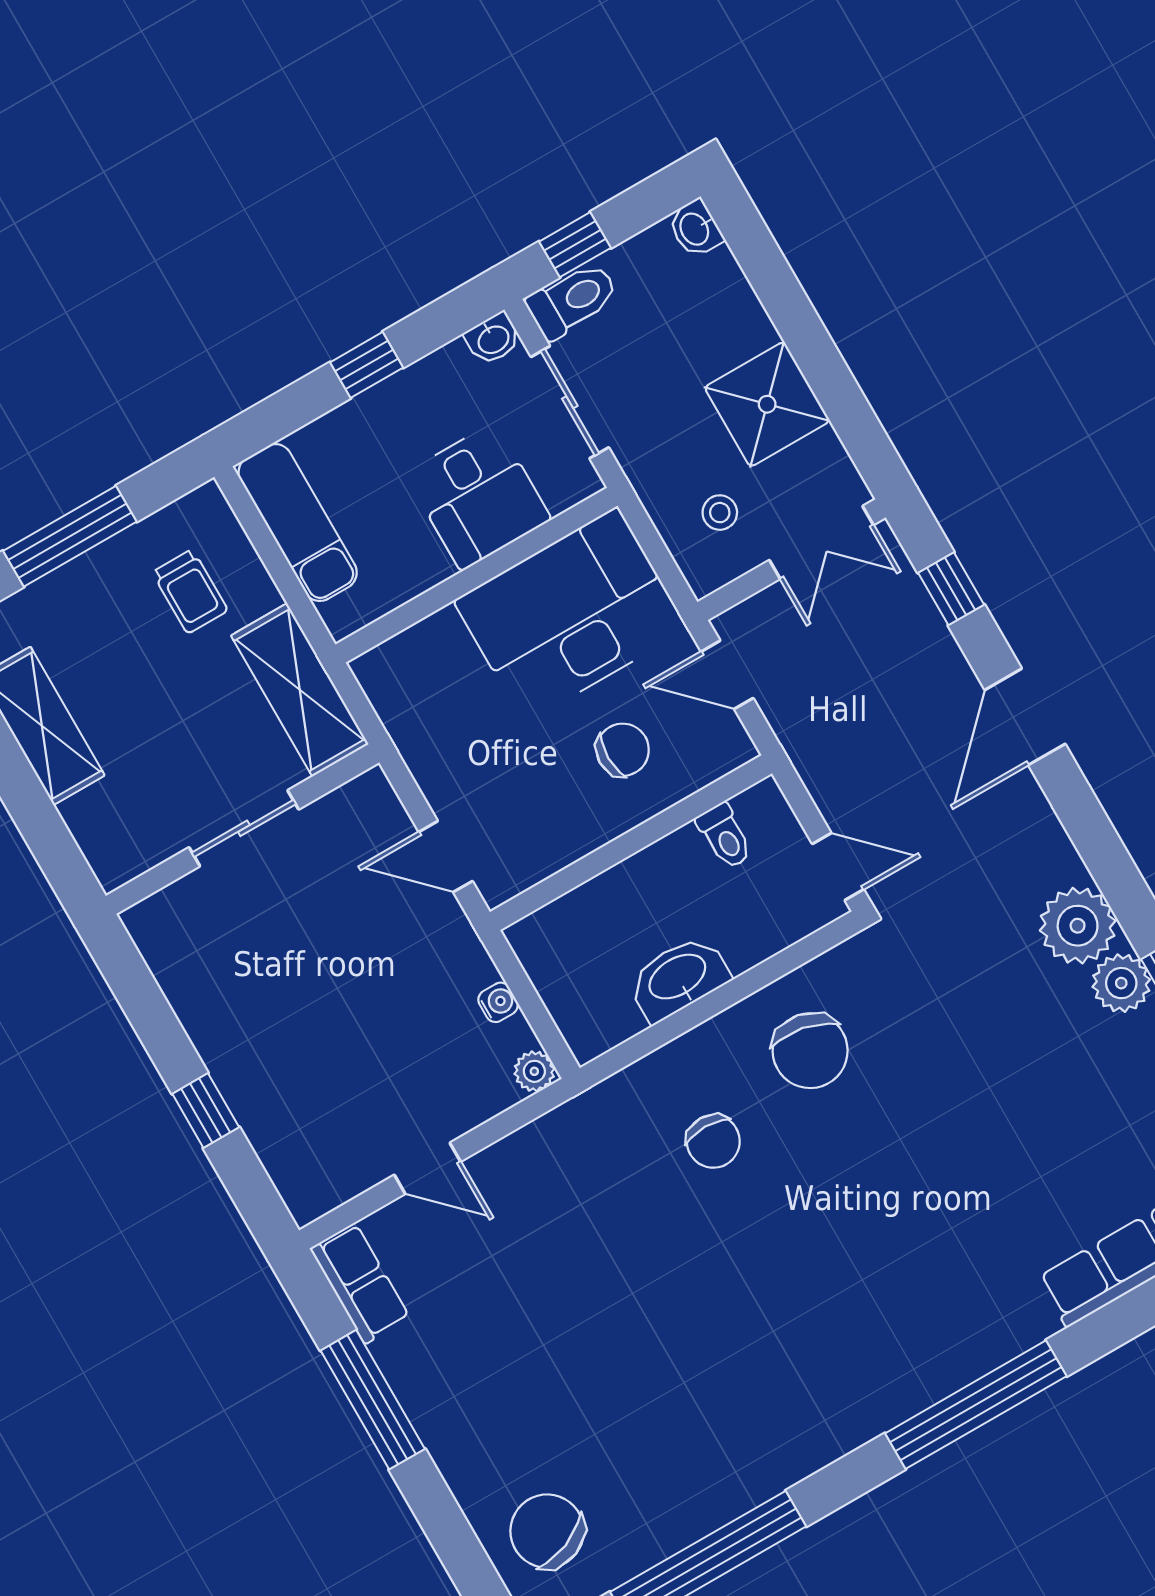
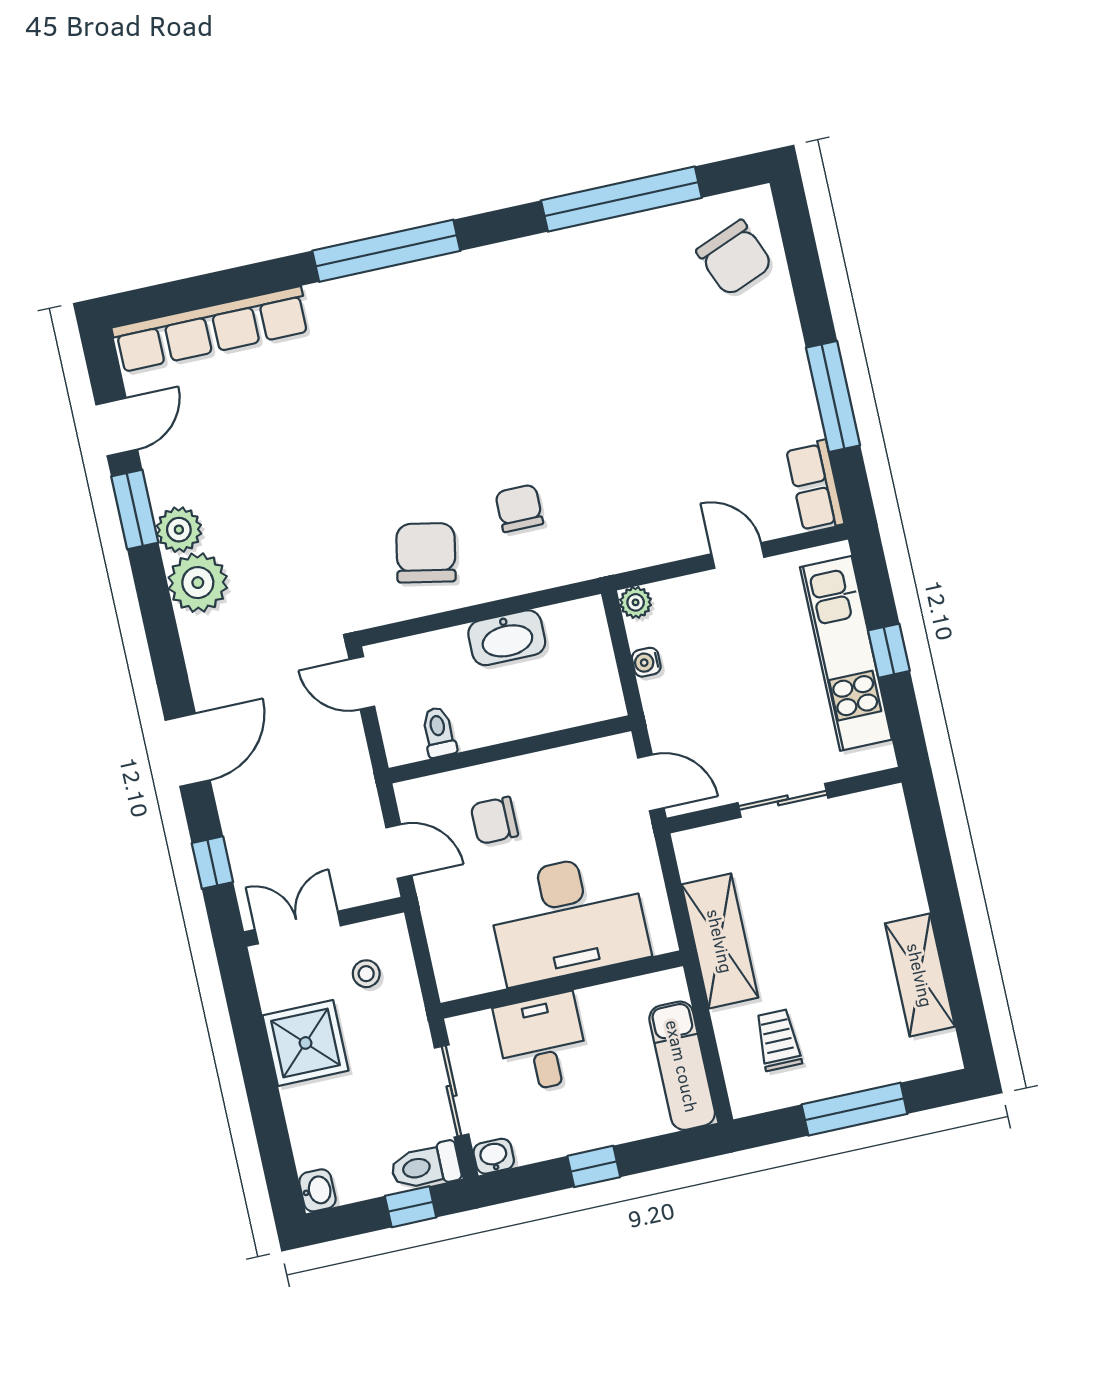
desk: (571, 615) -> (568, 918), moved
sliding door: (244, 828) -> (783, 800), moved
wall: (242, 829) -> (784, 800), moved
kitchen unit: (257, 1091) -> (846, 653), added

